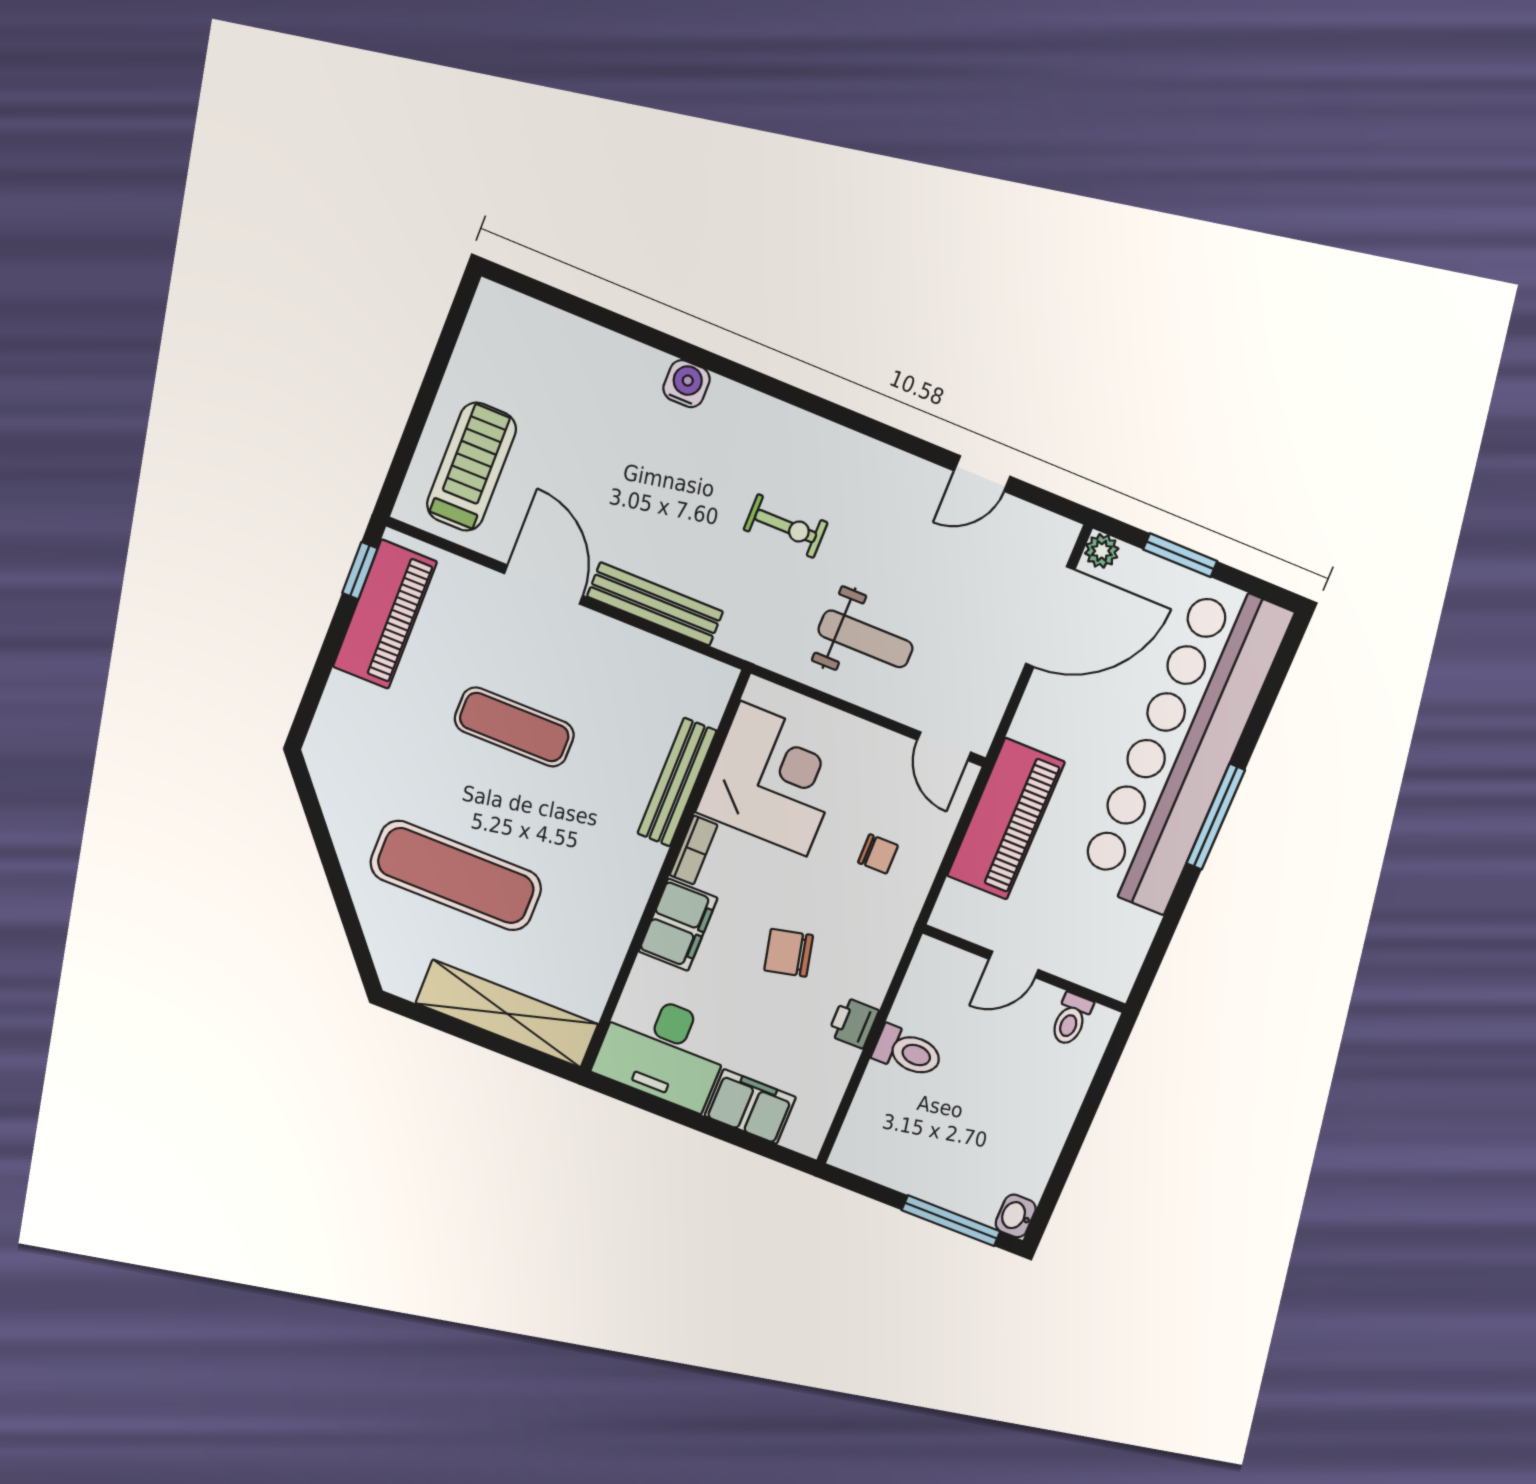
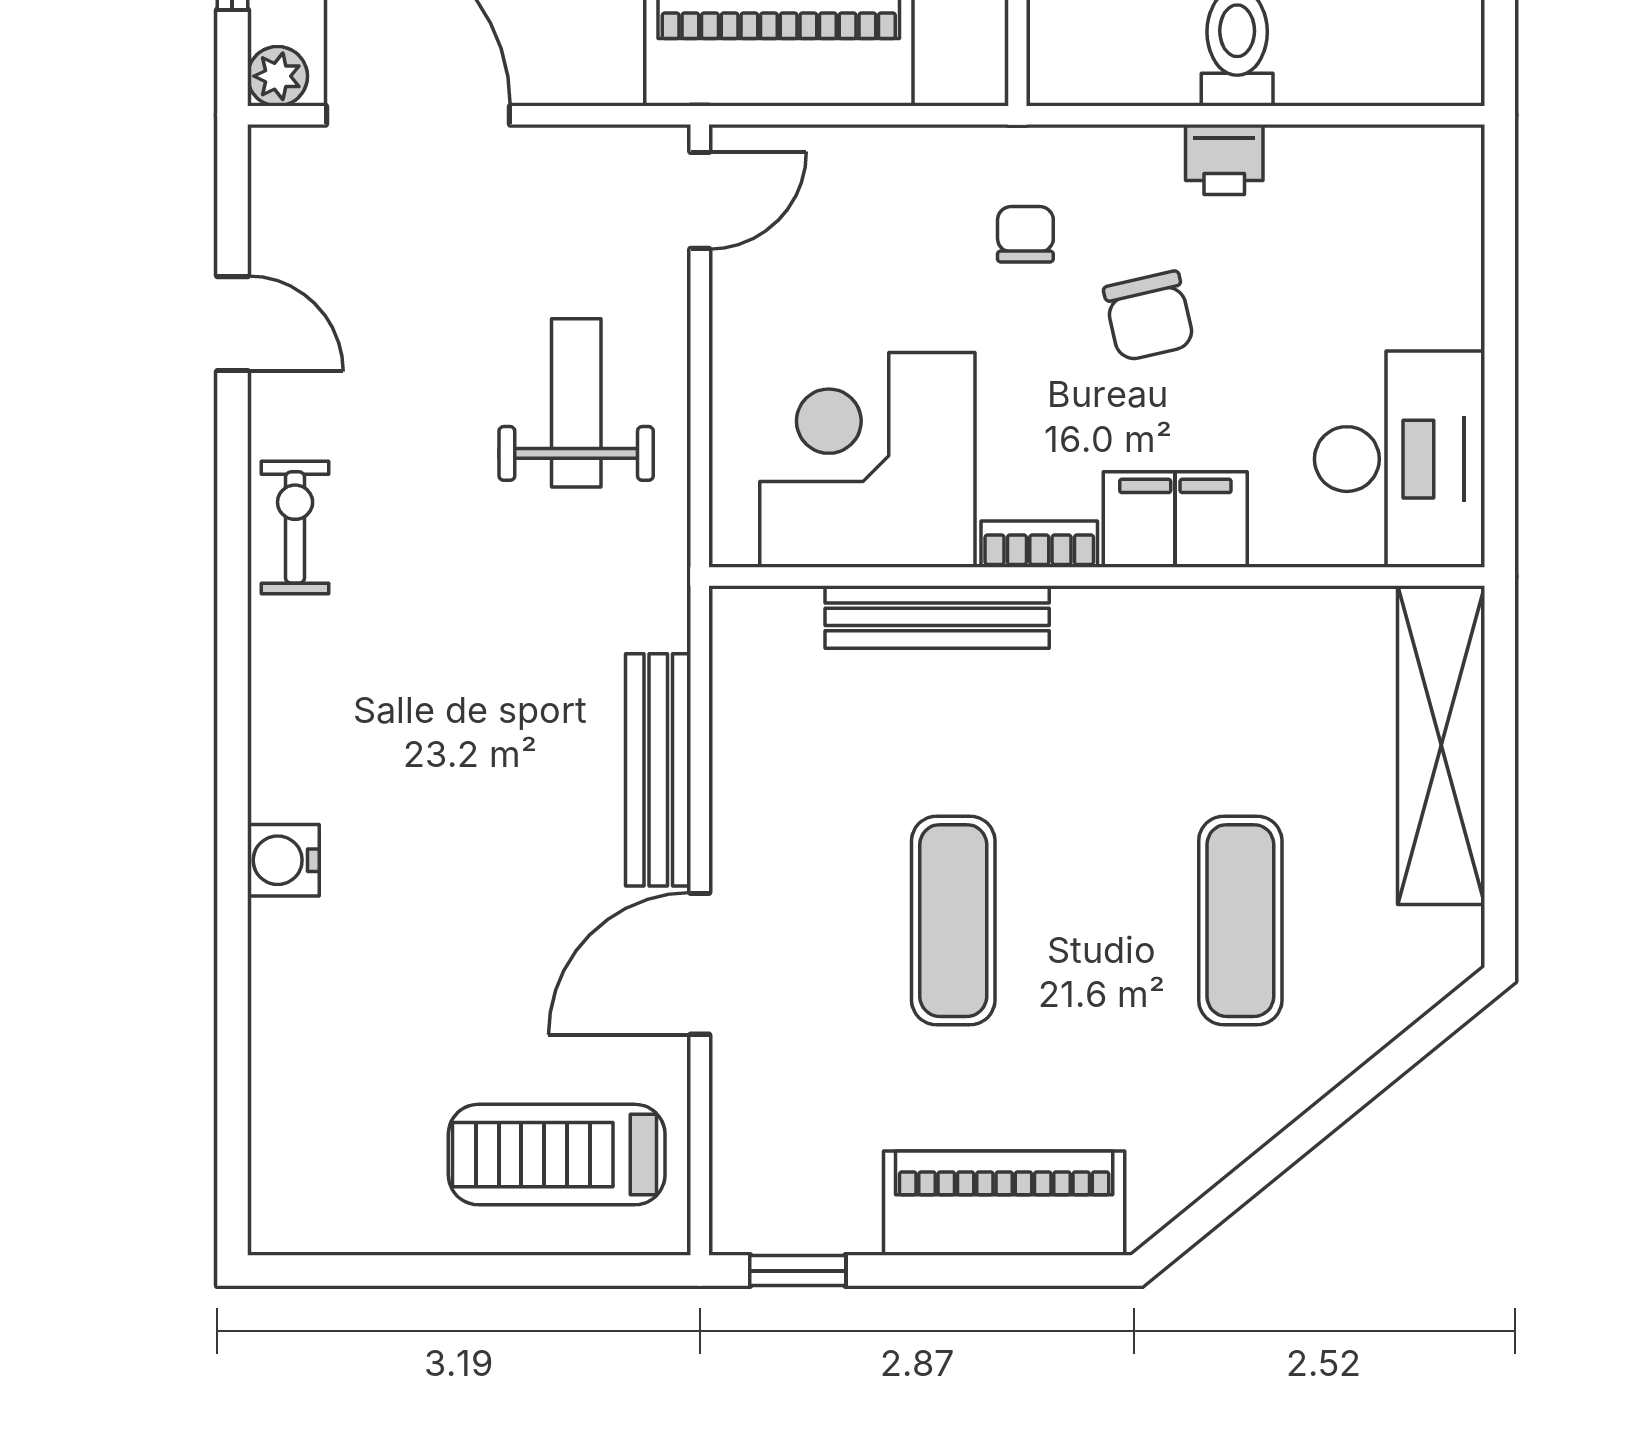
exercise bike: (786, 526) -> (295, 527), moved
piano: (385, 614) -> (1004, 1203), moved
chair: (878, 854) -> (1025, 234), moved
exercise mat: (456, 876) -> (1240, 921), width x0.73, depth x0.69
filing cabinet: (750, 1106) -> (1438, 274), removed

